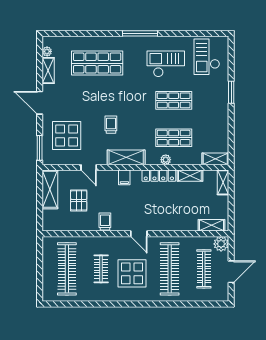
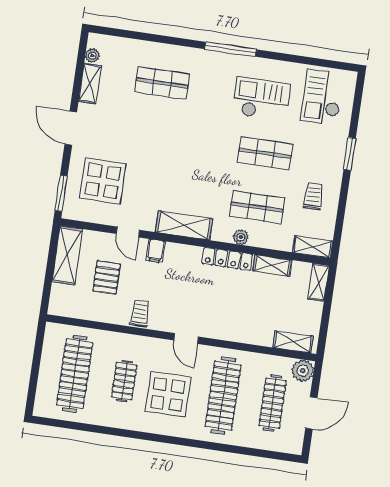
shop shelf: (97, 63) -> (162, 83), width x0.70, depth x0.74
trolley: (111, 125) -> (313, 196), moved
filing cabinet: (124, 177) -> (156, 251), moved

